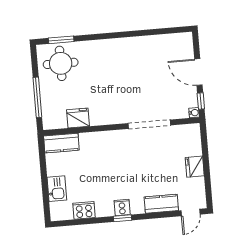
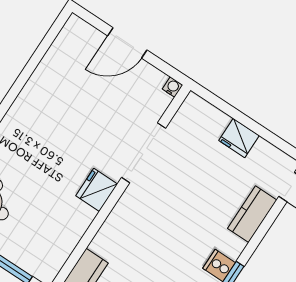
window: (201, 101) -> (165, 68), removed
fridge: (78, 118) -> (97, 190), moved

